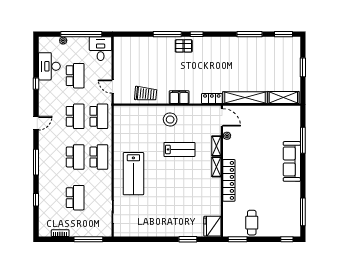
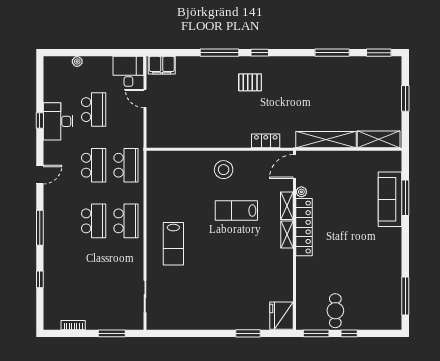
window: (81, 34) -> (102, 53), removed
pallet: (184, 46) -> (250, 82), moved
desk: (49, 66) -> (58, 121), moved
door: (113, 87) -> (145, 99), moved
trolley: (146, 94) -> (190, 134), removed
filing cabinet: (179, 97) -> (162, 65), moved, turned 180
locker: (212, 99) -> (266, 141), moved
door: (222, 117) -> (295, 167), swing flipped
lab bench: (179, 149) -> (236, 211), turned 180
sofa: (292, 161) -> (390, 199), moved
lab bench: (133, 174) -> (173, 244), width x0.73, depth x0.72
locker: (229, 180) -> (304, 227), moved
school desk: (75, 198) -> (94, 277), removed
window: (88, 239) -> (112, 333), width x0.69
window: (287, 239) -> (349, 333), moved

